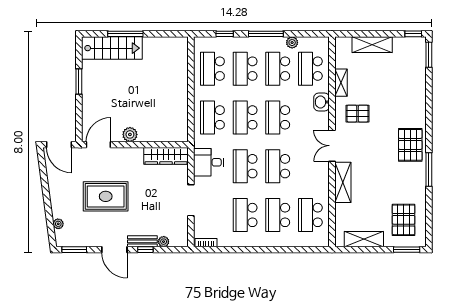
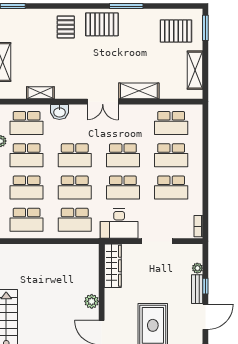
pallet: (358, 114) -> (66, 27), moved
desk: (209, 162) -> (119, 224), width x1.37

